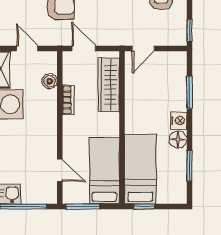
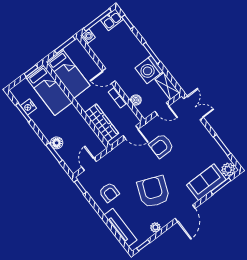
door: (143, 48) -> (89, 164), moved
nightstand: (179, 121) -> (28, 107), moved
floor lamp: (178, 140) -> (57, 143), moved
door: (60, 170) -> (109, 76), moved
washing machine: (49, 196) -> (88, 37), added

